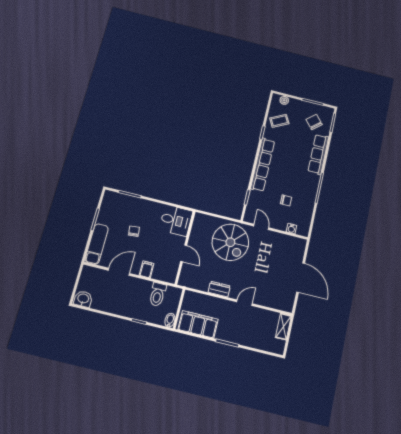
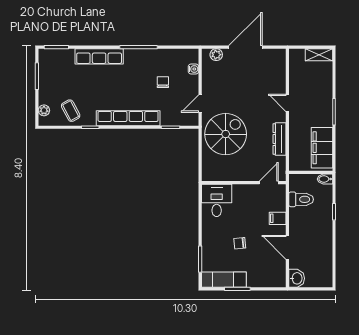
chair: (314, 122) -> (61, 69), removed
exam couch: (97, 244) -> (224, 280), moved
plant: (299, 251) -> (216, 55), added
door: (184, 253) -> (269, 183), moved
dresser: (219, 289) -> (280, 139), width x1.44
washbasin: (83, 299) -> (297, 278), moved, turned 180
shelving: (283, 327) -> (319, 55), moved

